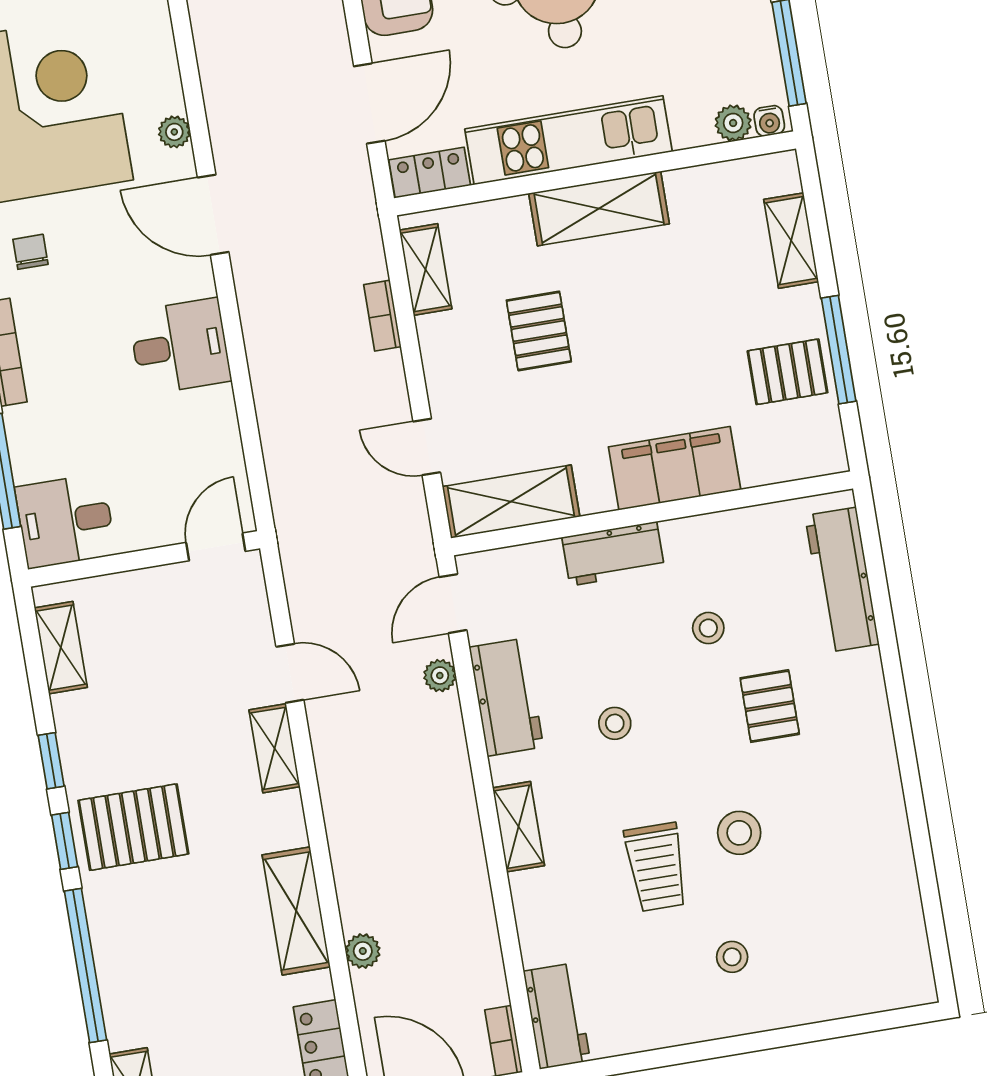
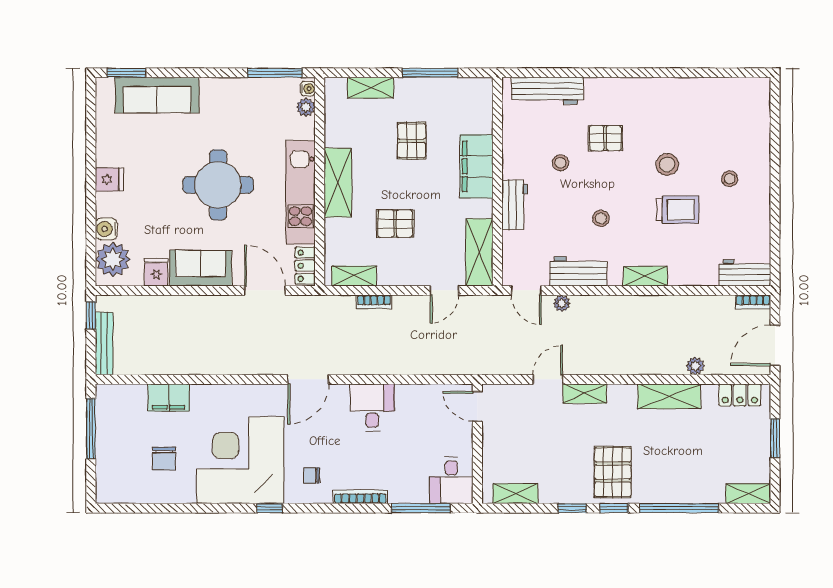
plant: (174, 132) -> (263, 392), removed
pallet: (787, 372) -> (412, 141), moved

